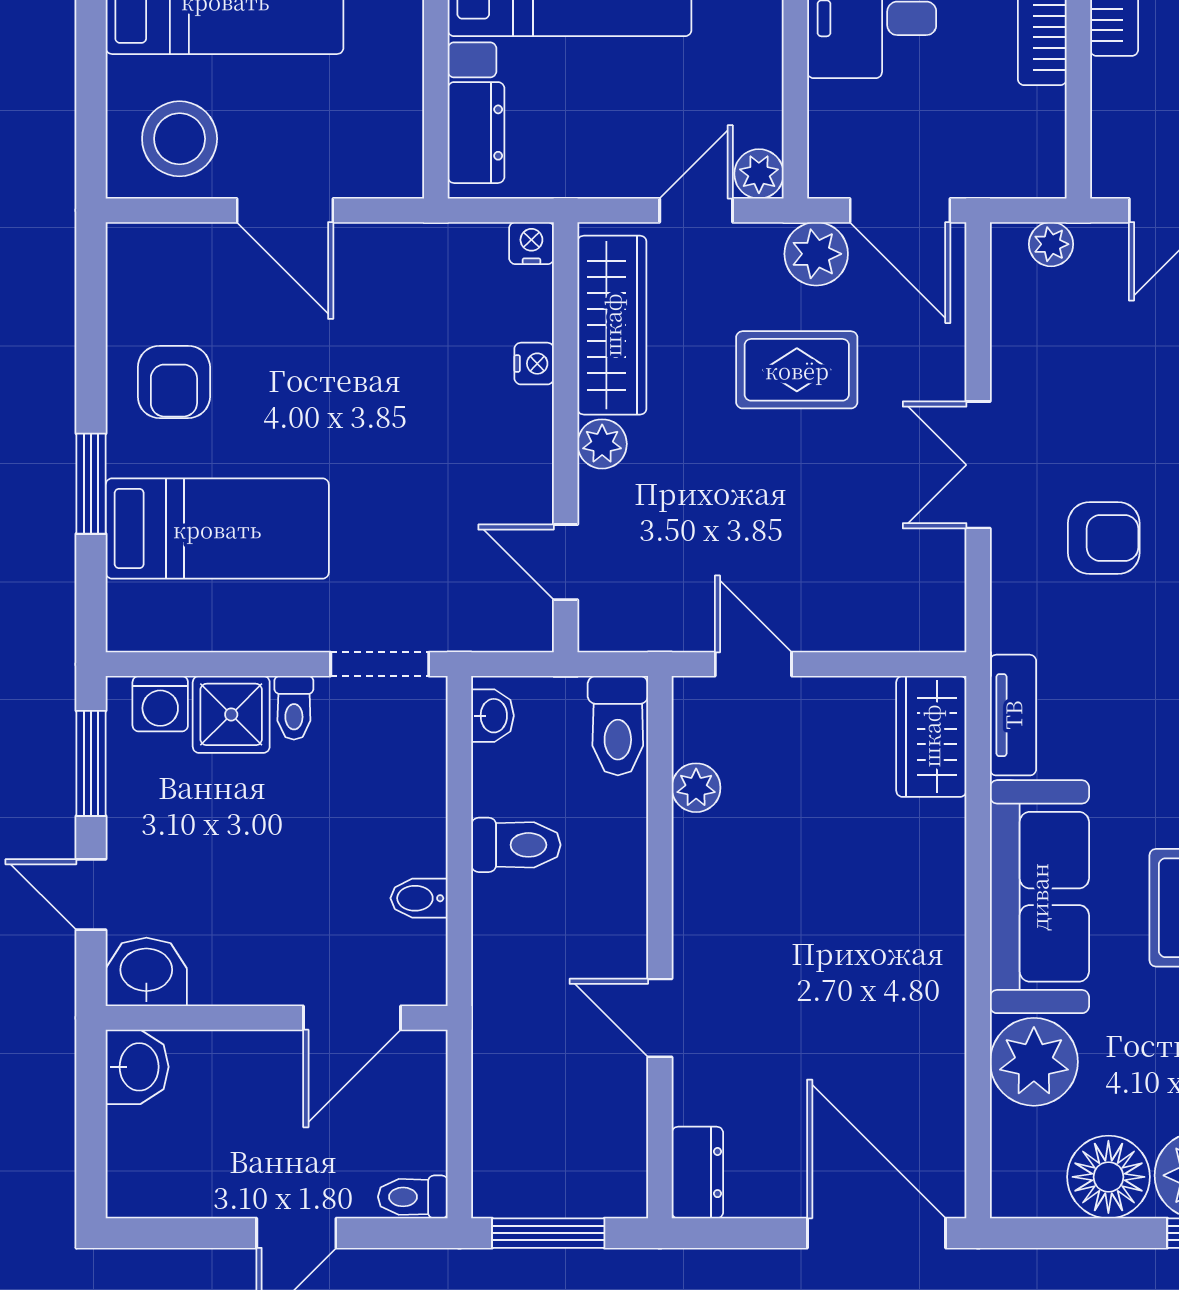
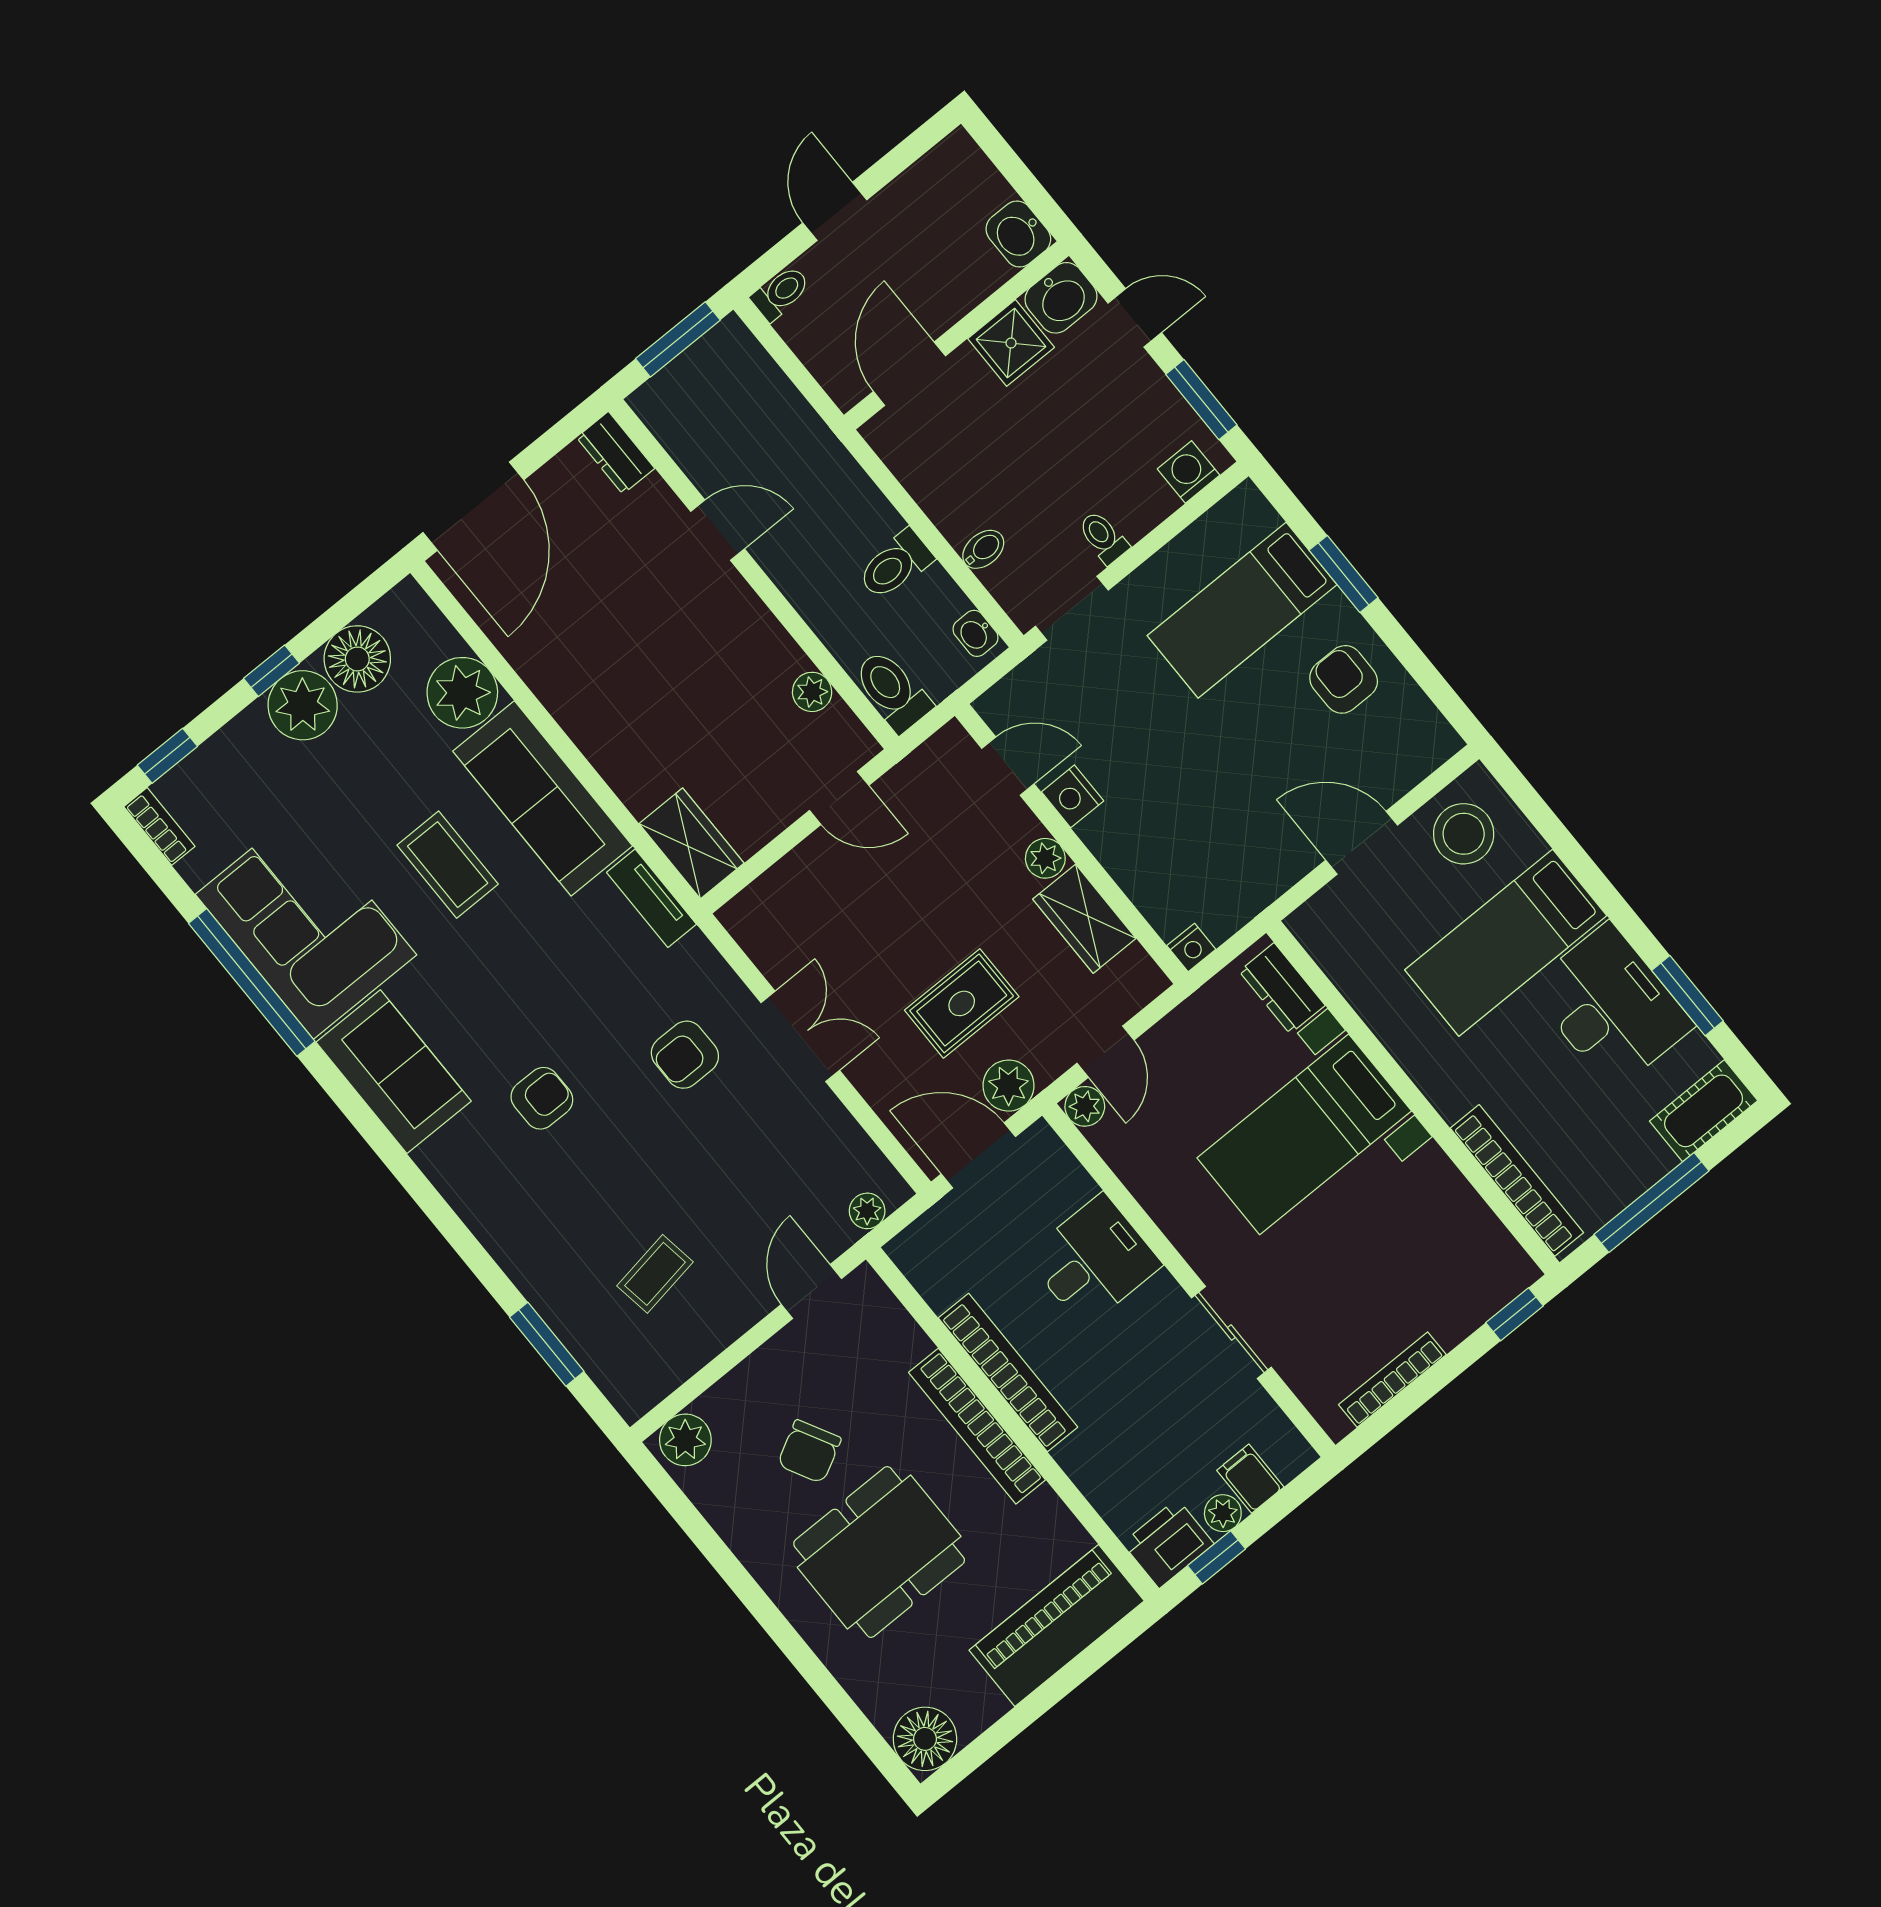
wardrobe: (612, 325) -> (1084, 919), width x0.67
nightstand: (534, 364) -> (1073, 796), moved, width x1.39, depth x1.35
shower: (231, 714) -> (1011, 343), moved
bidet: (419, 898) -> (983, 549), moved
door: (876, 1233) -> (473, 506), hinge flipped

